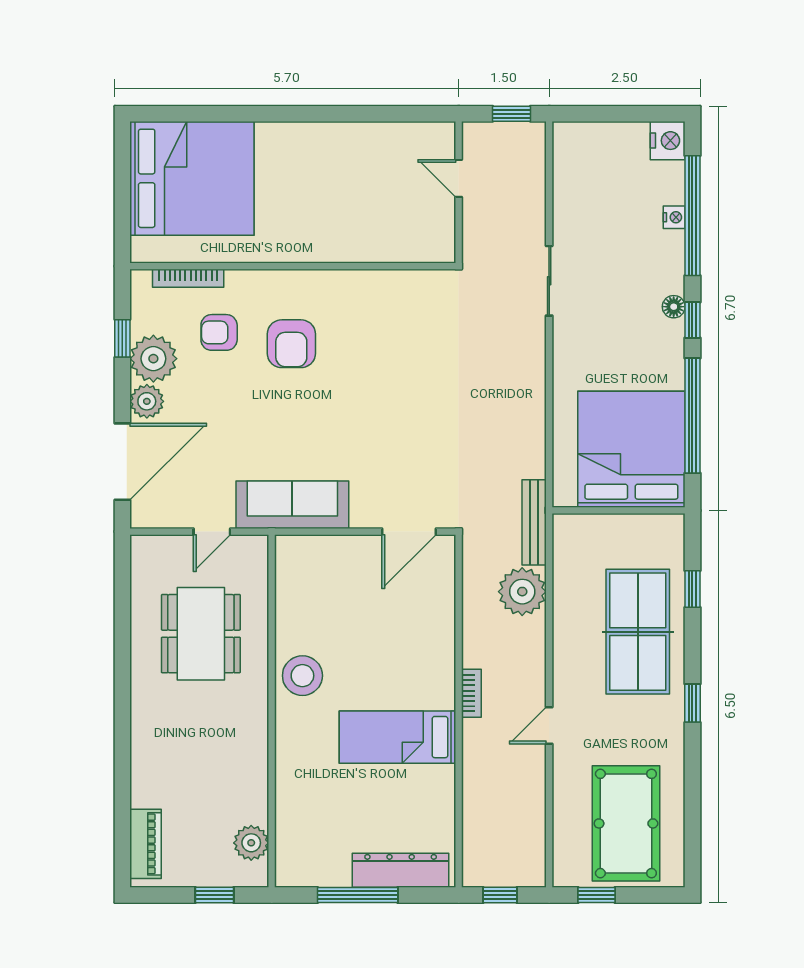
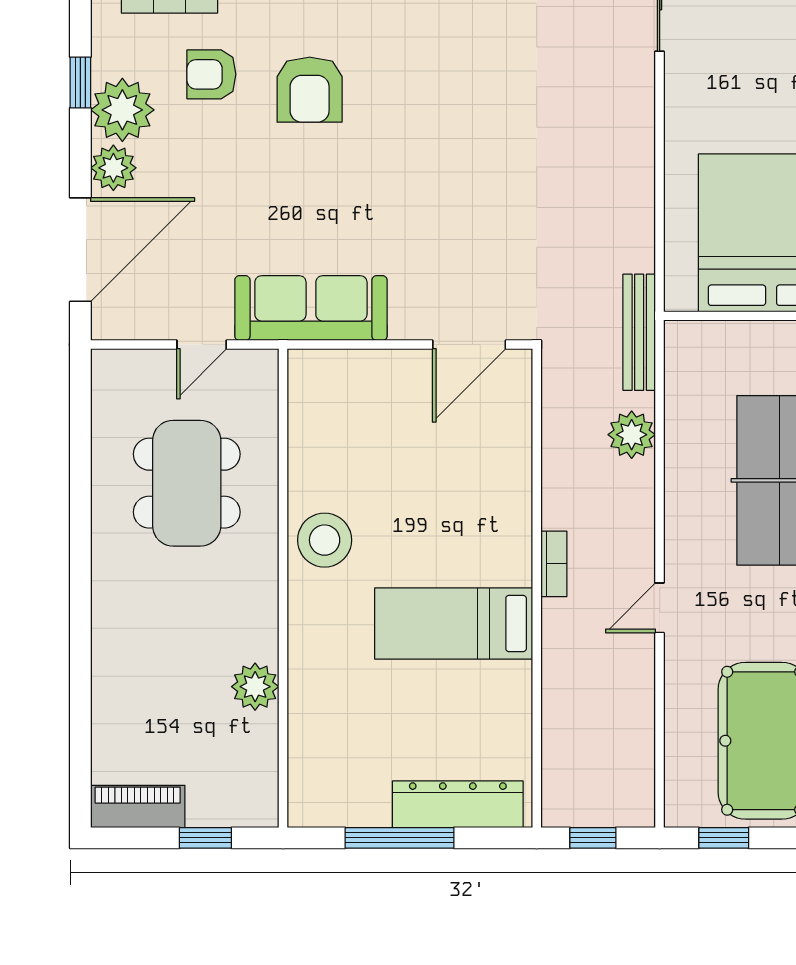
plant: (522, 592) -> (632, 435), width x0.73, depth x0.73
plant: (251, 843) -> (255, 687), moved
piano: (146, 844) -> (138, 806), moved, turned -90

